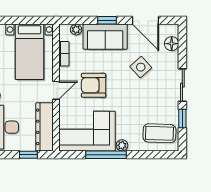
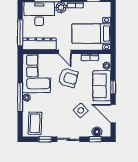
door: (145, 20) -> (113, 114), hinge flipped
window: (182, 46) -> (95, 139), added
armchair: (94, 85) -> (68, 78), turned 106
window: (28, 155) -> (20, 33), width x2.17
window: (106, 155) -> (20, 97), moved

